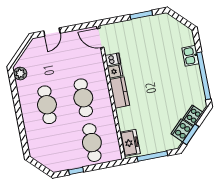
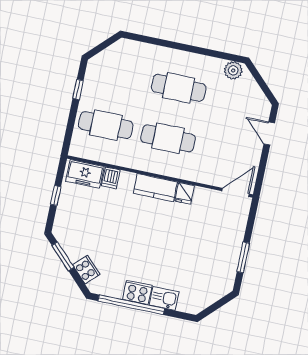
dishwasher: (113, 59) -> (111, 178), moved
cooker: (182, 130) -> (137, 292), moved, turned -45
window: (152, 156) -> (56, 195), width x0.46

